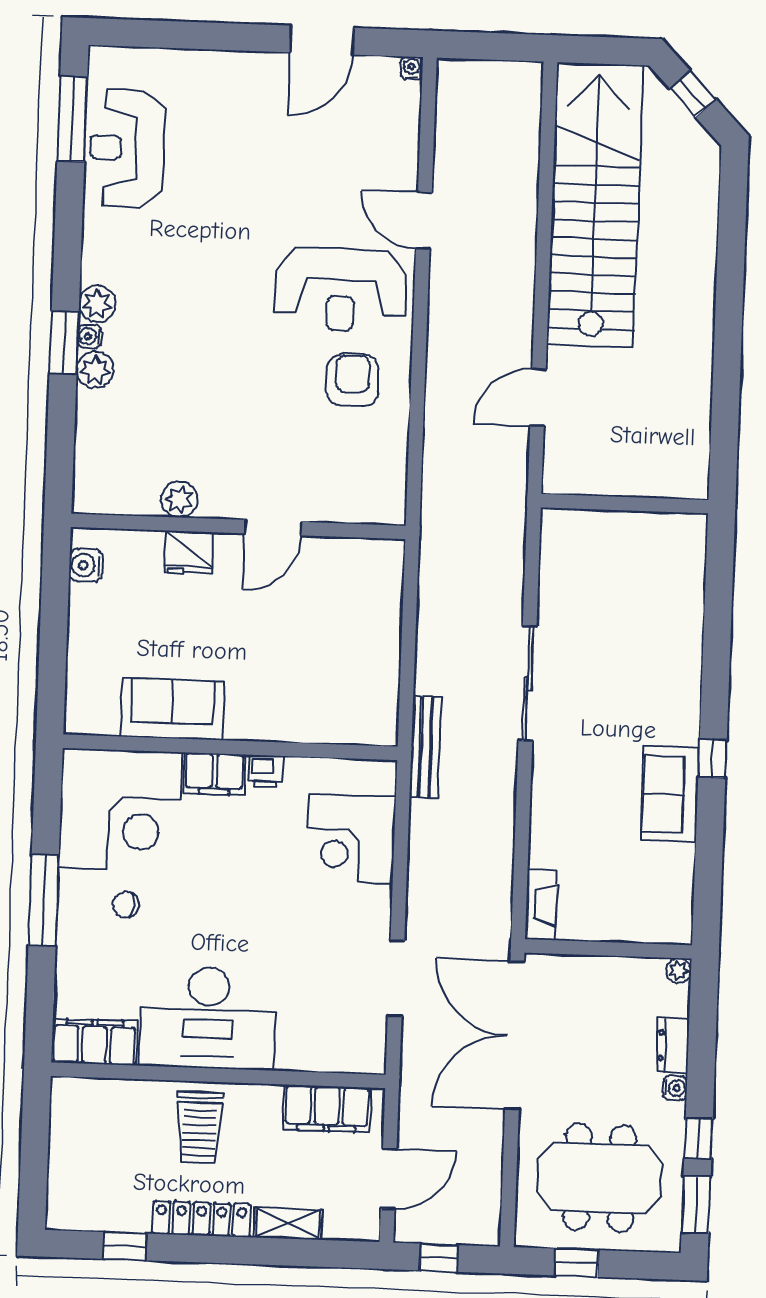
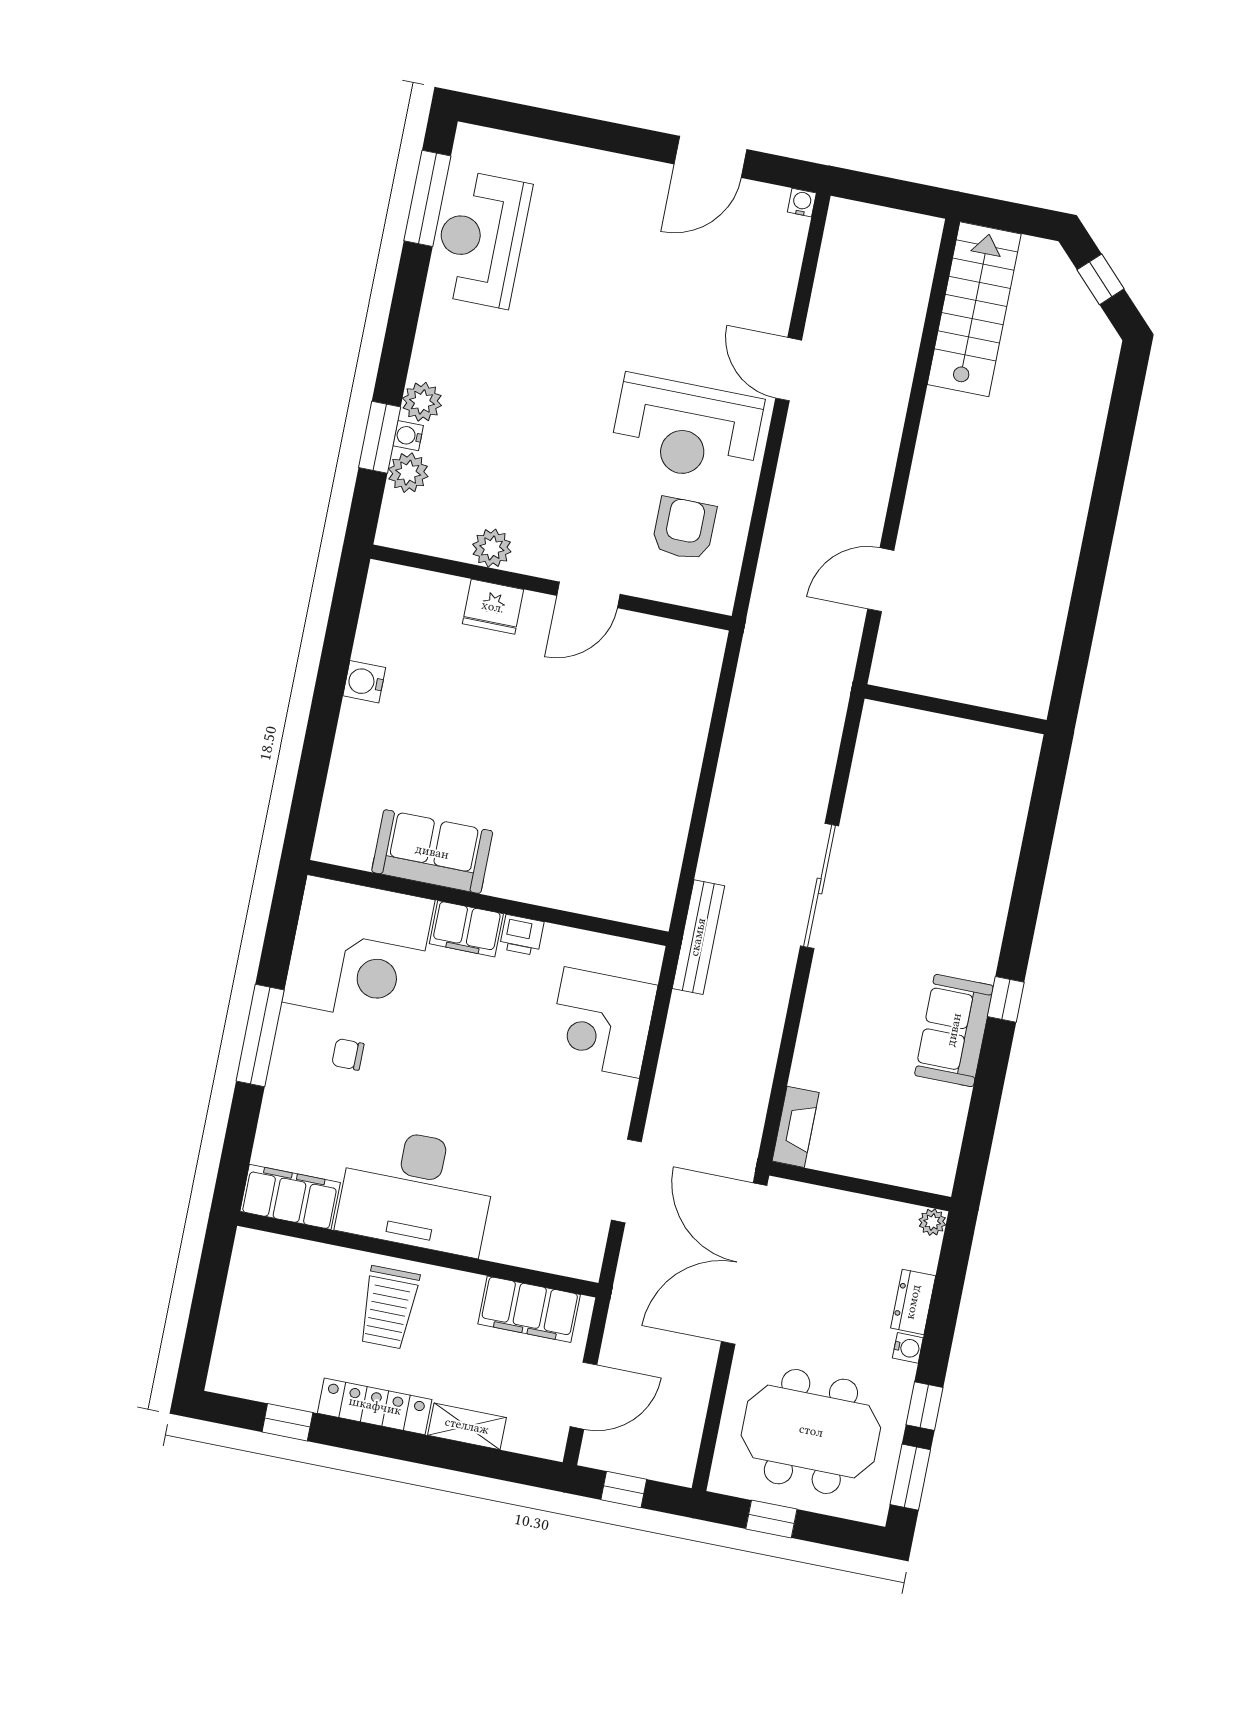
stairs: (595, 205) -> (974, 309), width x0.54, depth x0.66
plant: (179, 499) -> (492, 548), moved
wall: (238, 526) -> (551, 587), moved
door: (273, 528) -> (588, 595), moved
fridge: (189, 552) -> (493, 607), moved

